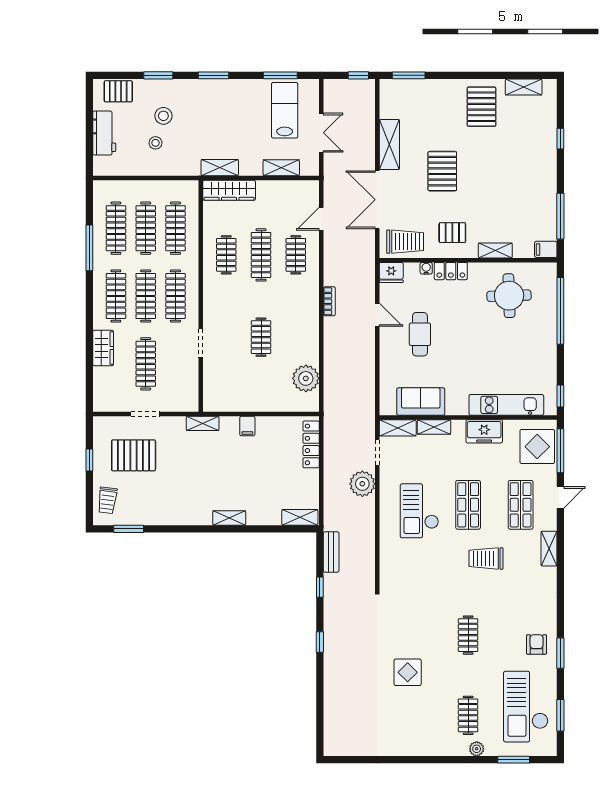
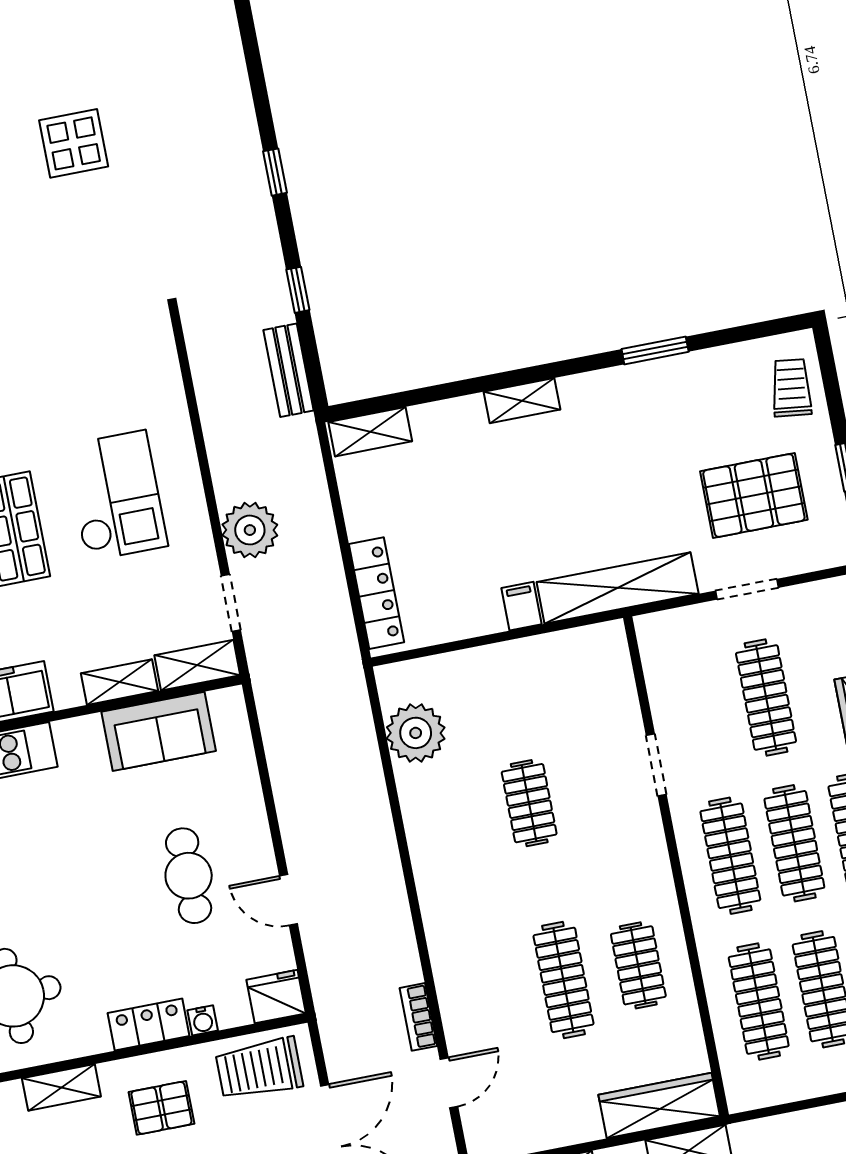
clothes rail: (296, 255) -> (489, 994), removed
bookcase: (329, 301) -> (418, 1017), moved
shelving: (203, 423) -> (618, 588), width x2.20, depth x1.33
window: (129, 529) -> (655, 350), moved

